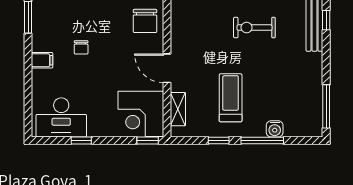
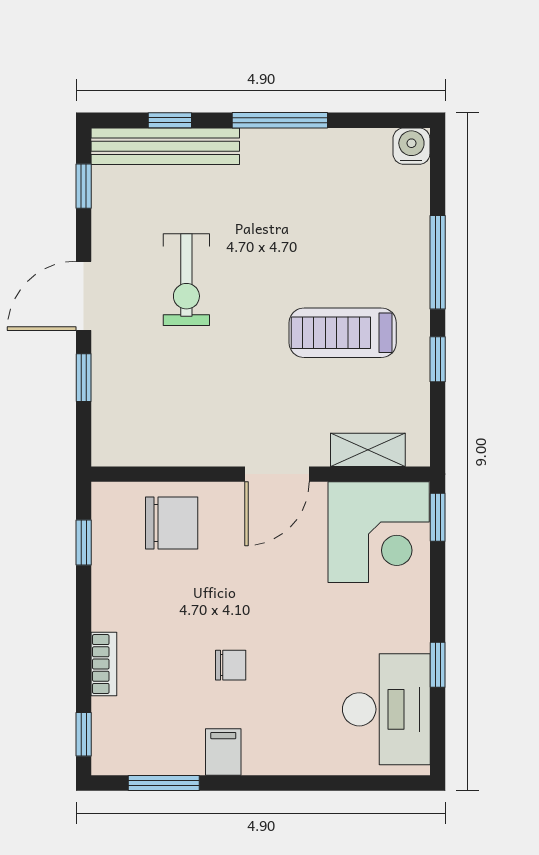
filing cabinet: (42, 60) -> (223, 752), moved
window: (326, 106) -> (280, 120), moved
water cooler: (275, 129) -> (411, 146), moved, turned -90

